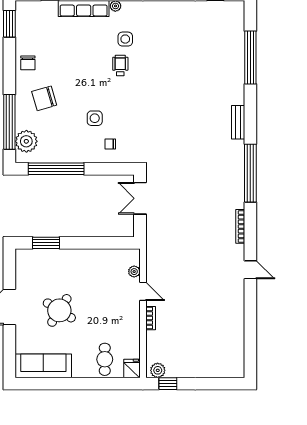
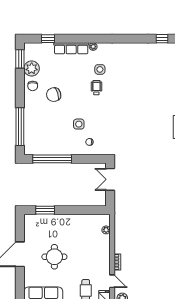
chair: (44, 98) -> (54, 95), moved
plant: (26, 141) -> (32, 68), moved
door: (143, 291) -> (112, 281), moved
round table: (59, 310) -> (54, 257), turned -32

